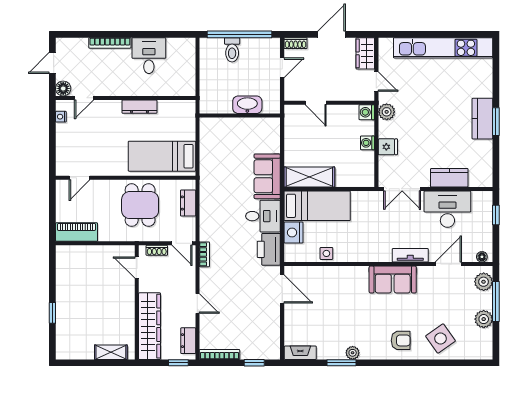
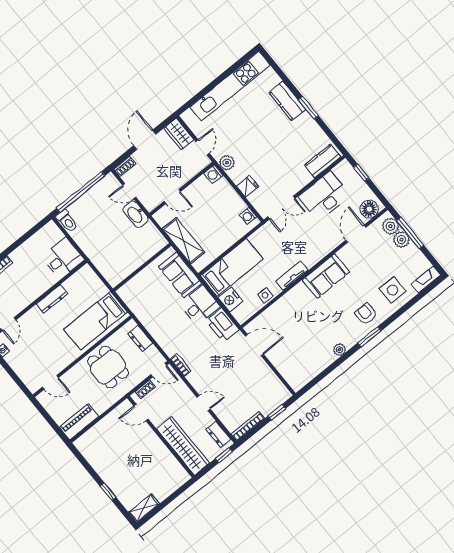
toilet: (232, 50) -> (67, 221), moved
desk: (149, 56) -> (63, 258), moved, turned 90
door: (282, 68) -> (129, 191), swing flipped
door: (376, 82) -> (203, 147), hinge flipped
washbasin: (247, 105) -> (136, 214), moved, turned -90
wall: (240, 115) -> (142, 267), moved
kitchen counter: (482, 119) -> (287, 101), moved
washing machine: (367, 143) -> (248, 216), moved
shelving: (309, 177) -> (183, 241), moved, turned 90
door: (79, 178) -> (50, 382), hinge flipped
kitchen counter: (449, 178) -> (323, 161), moved
tv unit: (410, 255) -> (292, 276), moved
floor lamp: (482, 257) -> (369, 209), width x1.89, depth x1.89
plant: (484, 319) -> (402, 240), moved
side table: (440, 338) -> (393, 290), turned 35
armchair: (401, 340) -> (366, 314), turned -90
shelving: (111, 352) -> (144, 508), moved
fireplace: (300, 353) -> (426, 279), moved
window: (342, 363) -> (369, 337), moved

